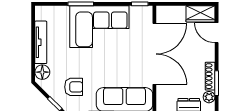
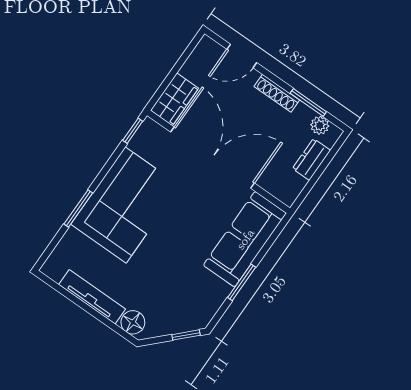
wardrobe: (201, 14) -> (174, 99), moved
shoe rack: (210, 76) -> (277, 93), moved
armchair: (74, 87) -> (181, 295), removed

